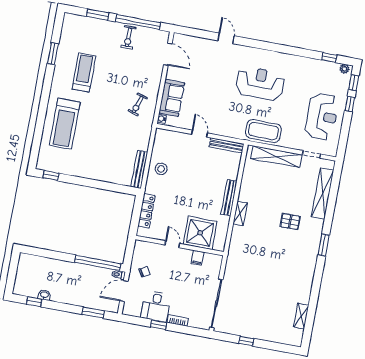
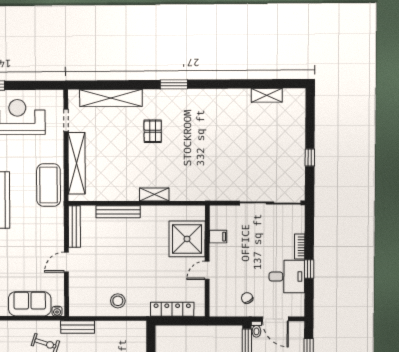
bench: (139, 169) -> (78, 327), moved, width x0.73
bench: (229, 198) -> (118, 212), moved

